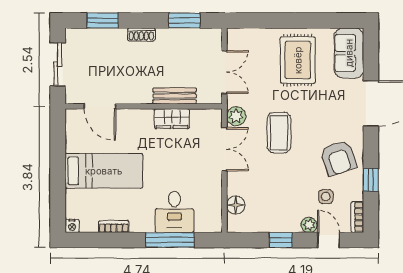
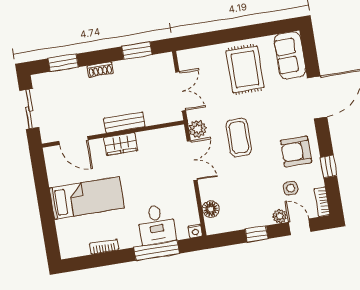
bench: (175, 96) -> (124, 123), moved
wardrobe: (172, 119) -> (121, 144), moved
armchair: (338, 158) -> (296, 151), turned 109
nightstand: (72, 226) -> (195, 231), moved

